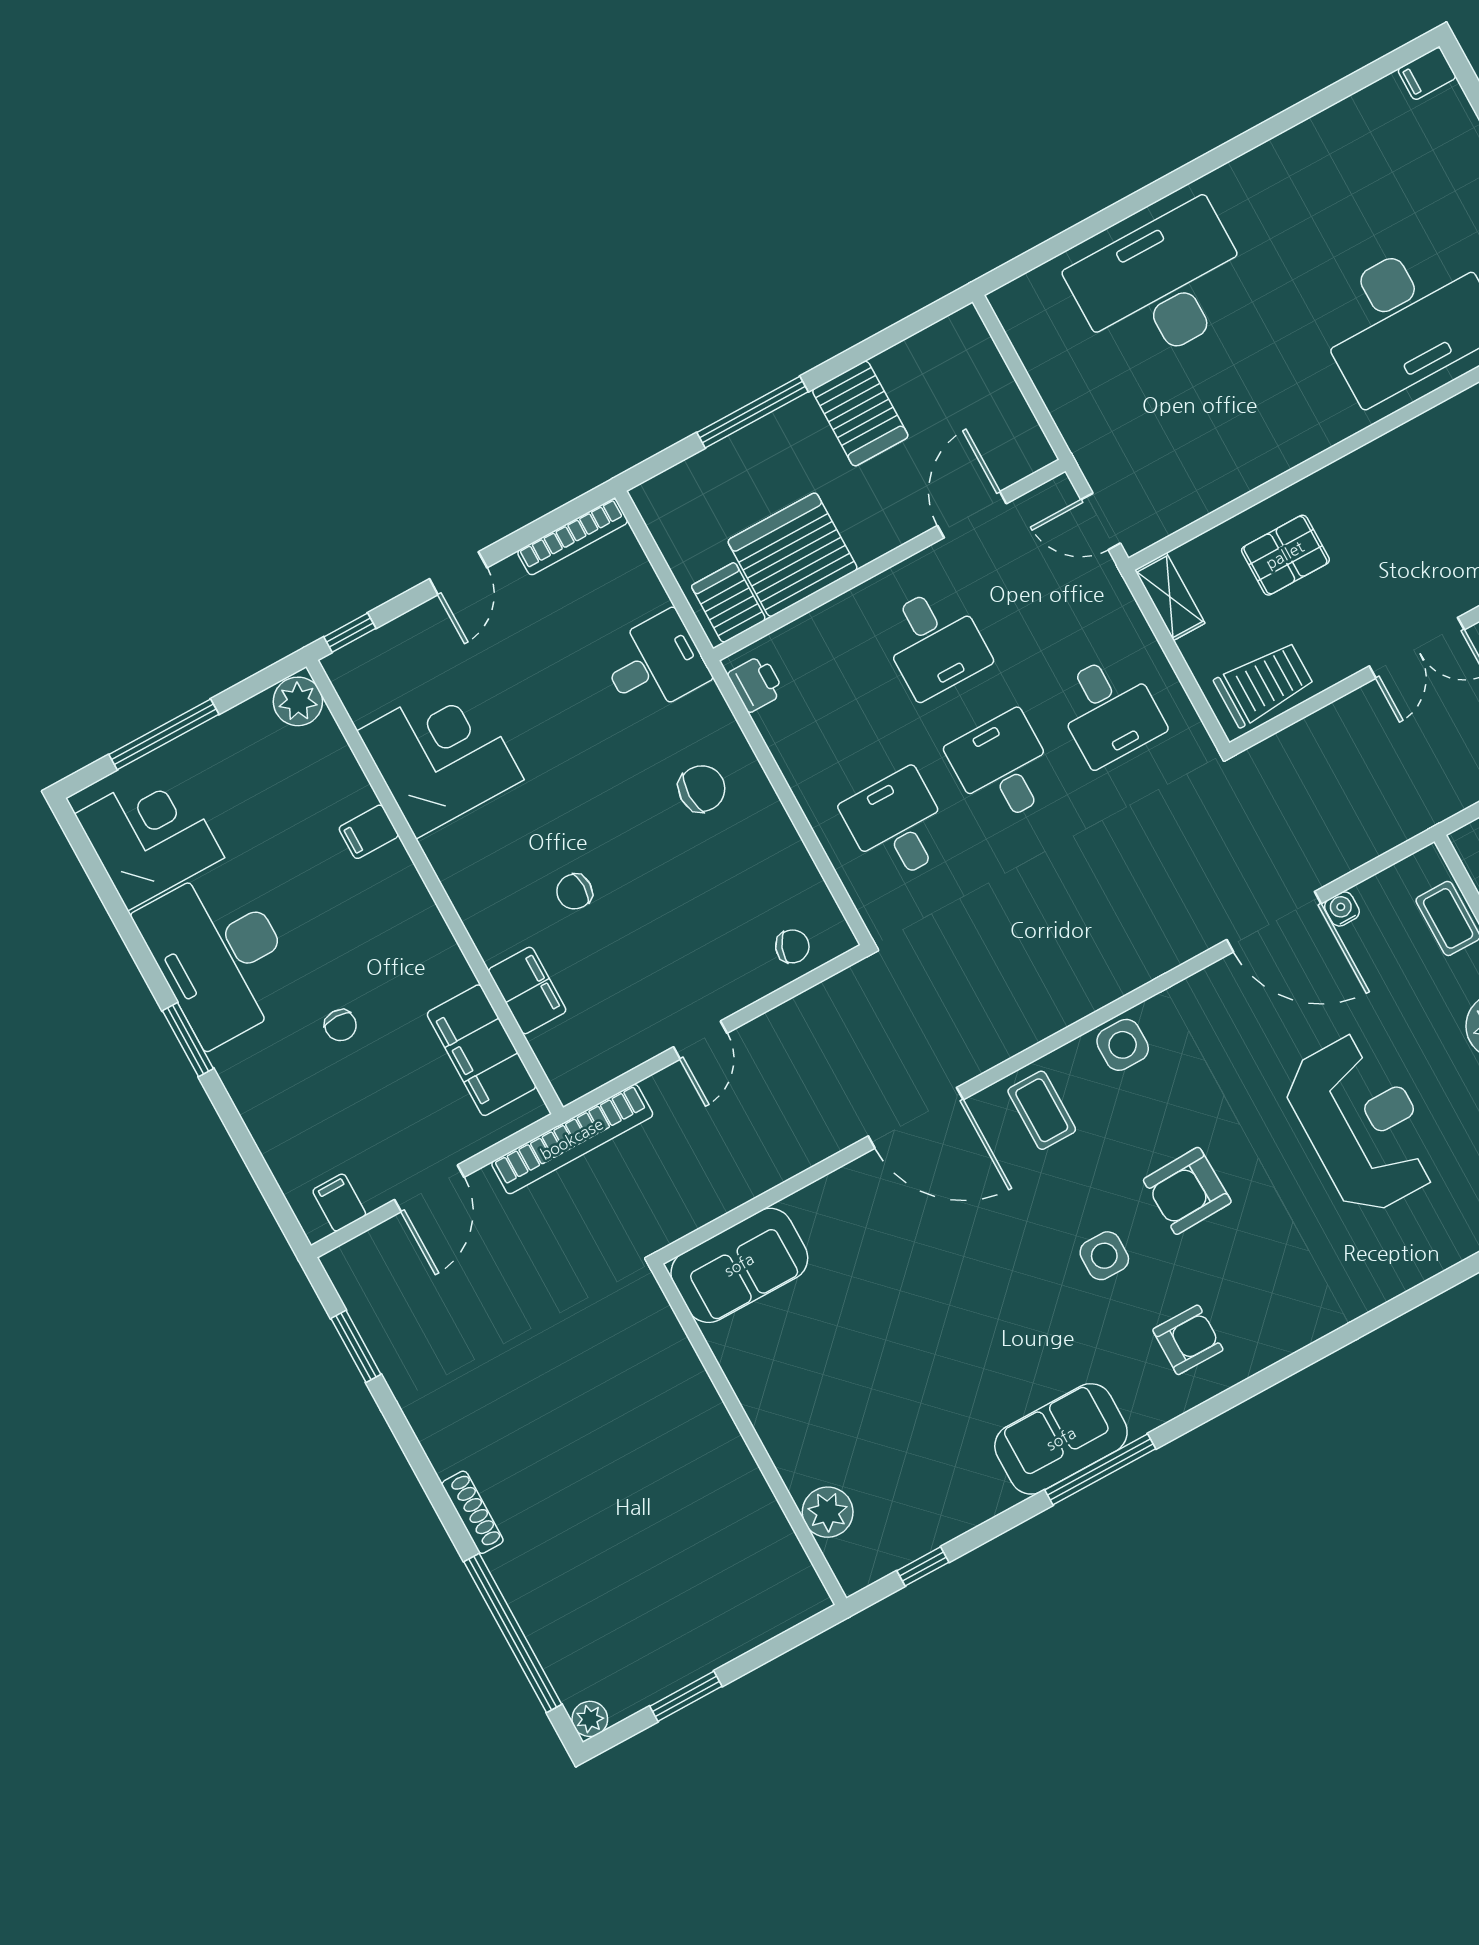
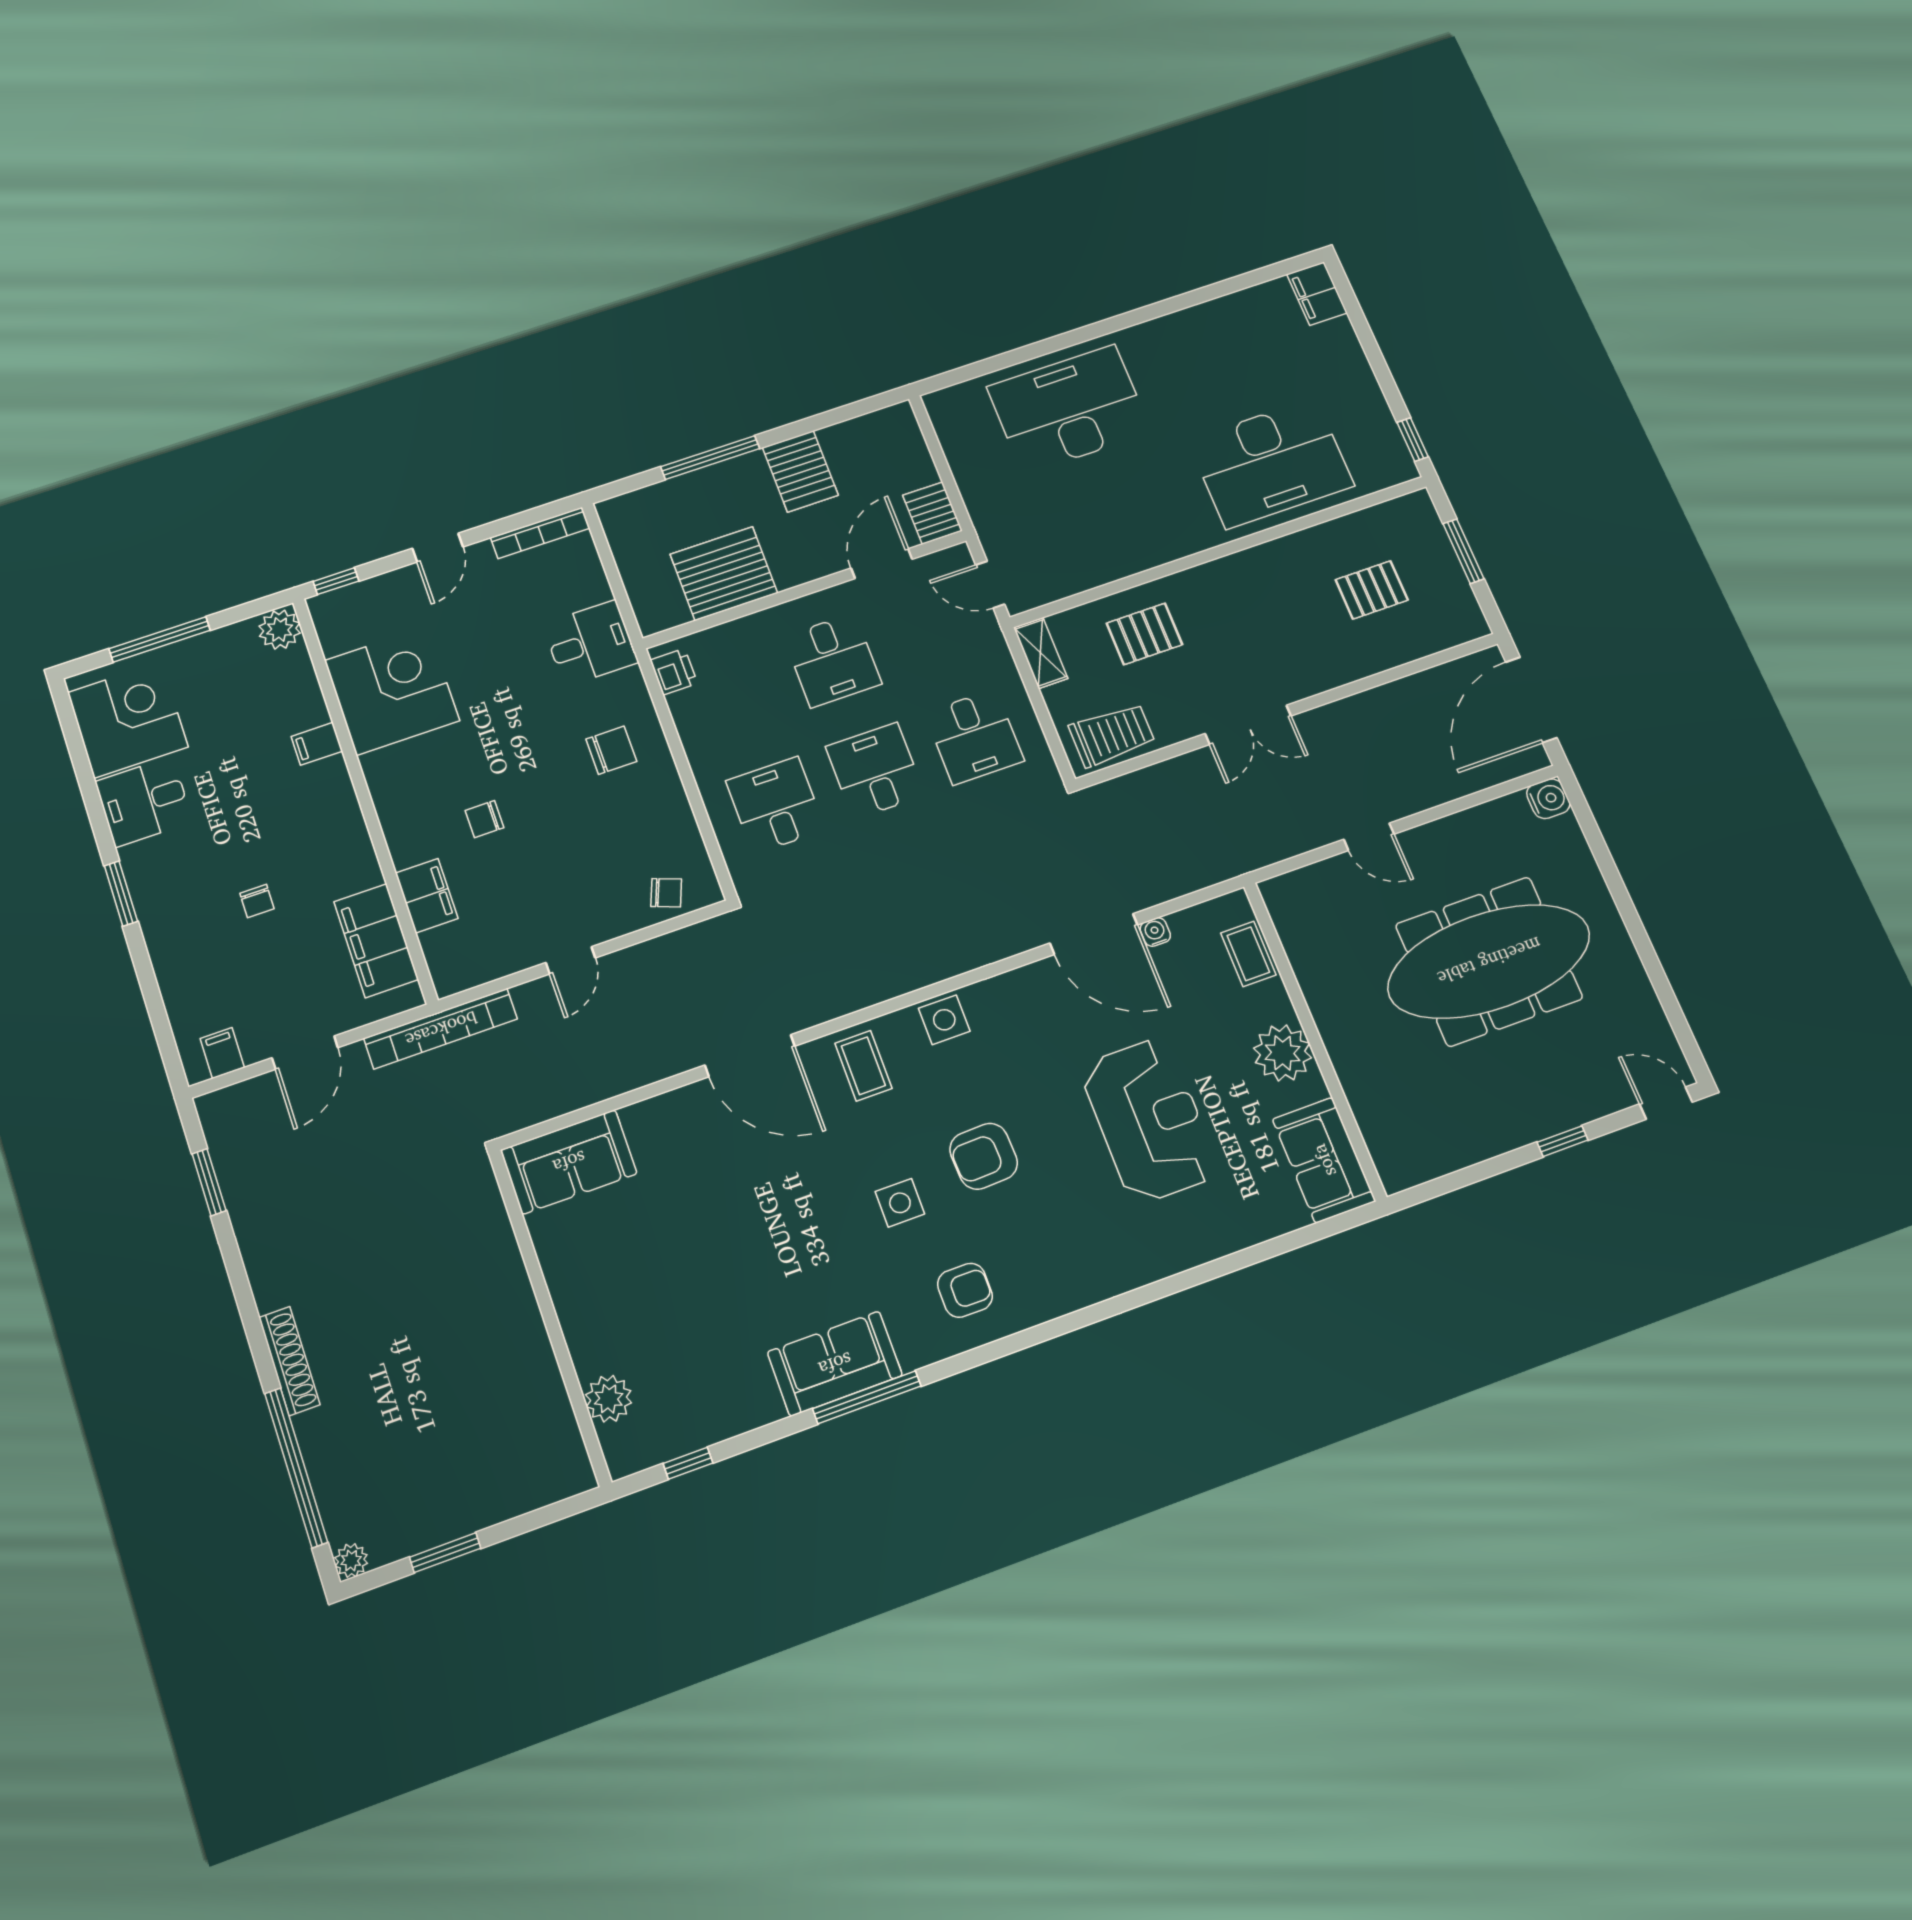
filing cabinet: (1427, 73) -> (1317, 294), width x2.00
server rack: (729, 603) -> (933, 513), moved
desk: (219, 955) -> (144, 802), width x0.53, depth x0.77
shoe rack: (472, 1512) -> (289, 1361), width x1.36, depth x1.24

